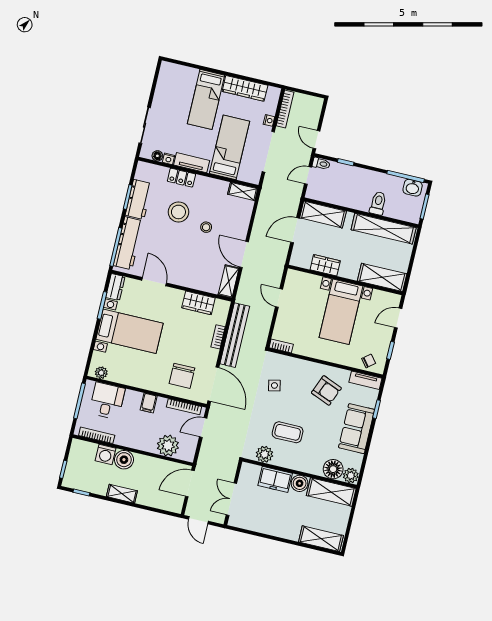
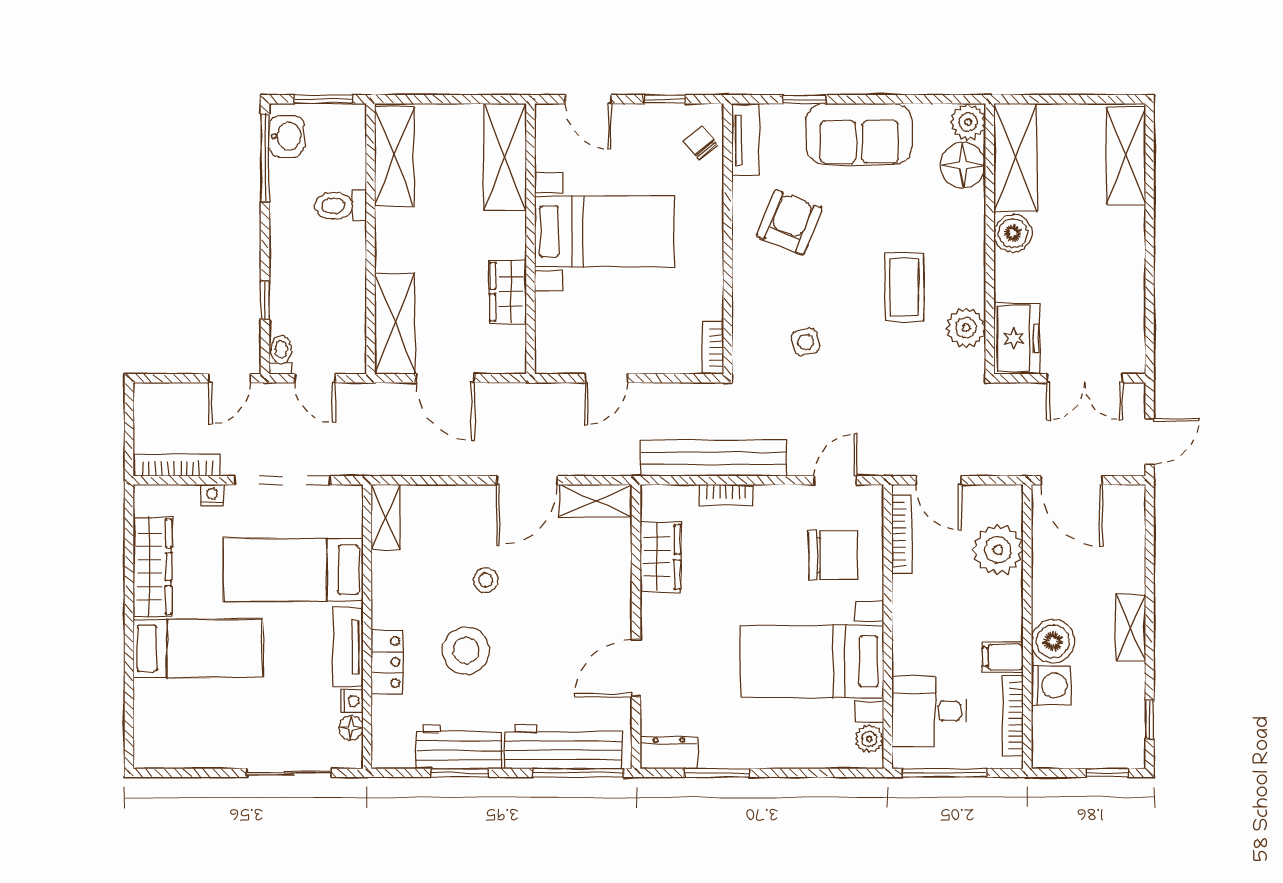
shelving: (384, 229) -> (394, 156), width x0.68
bed with nightstands: (129, 331) -> (812, 661), moved, turned -90
door: (213, 384) -> (835, 480), width x0.53
filing cabinet: (149, 403) -> (1003, 657), moved, turned 180
freezer: (275, 479) -> (1017, 339), moved

